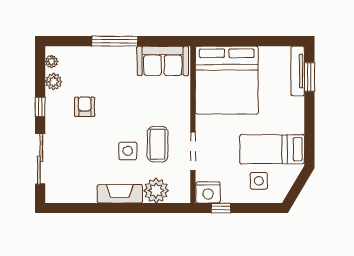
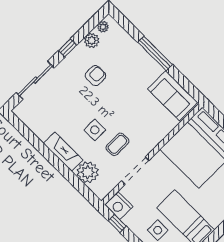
coffee table: (158, 144) -> (117, 144), width x0.73, depth x0.77

